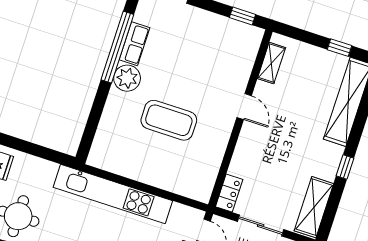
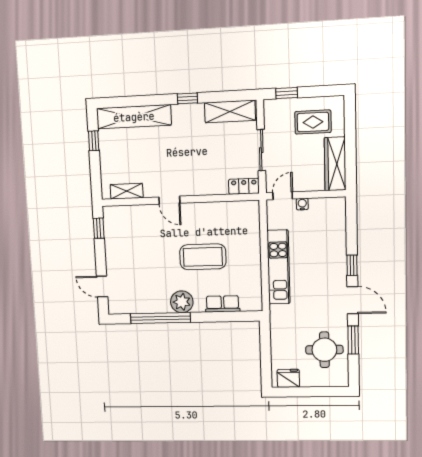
row of seats: (134, 44) -> (223, 304), moved
door: (244, 107) -> (169, 200), swing flipped
coffee table: (169, 120) -> (203, 257), turned 90
kitchen unit: (113, 194) -> (279, 267), width x0.73

